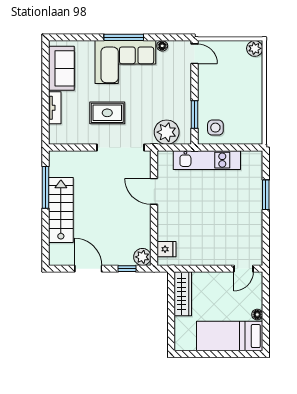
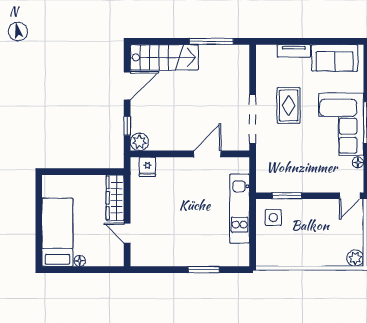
plant: (167, 132) -> (269, 167), removed
stairs: (61, 210) -> (164, 57), moved
door: (244, 269) -> (127, 233), moved
wardrobe: (183, 294) -> (115, 198), moved, turned 90

